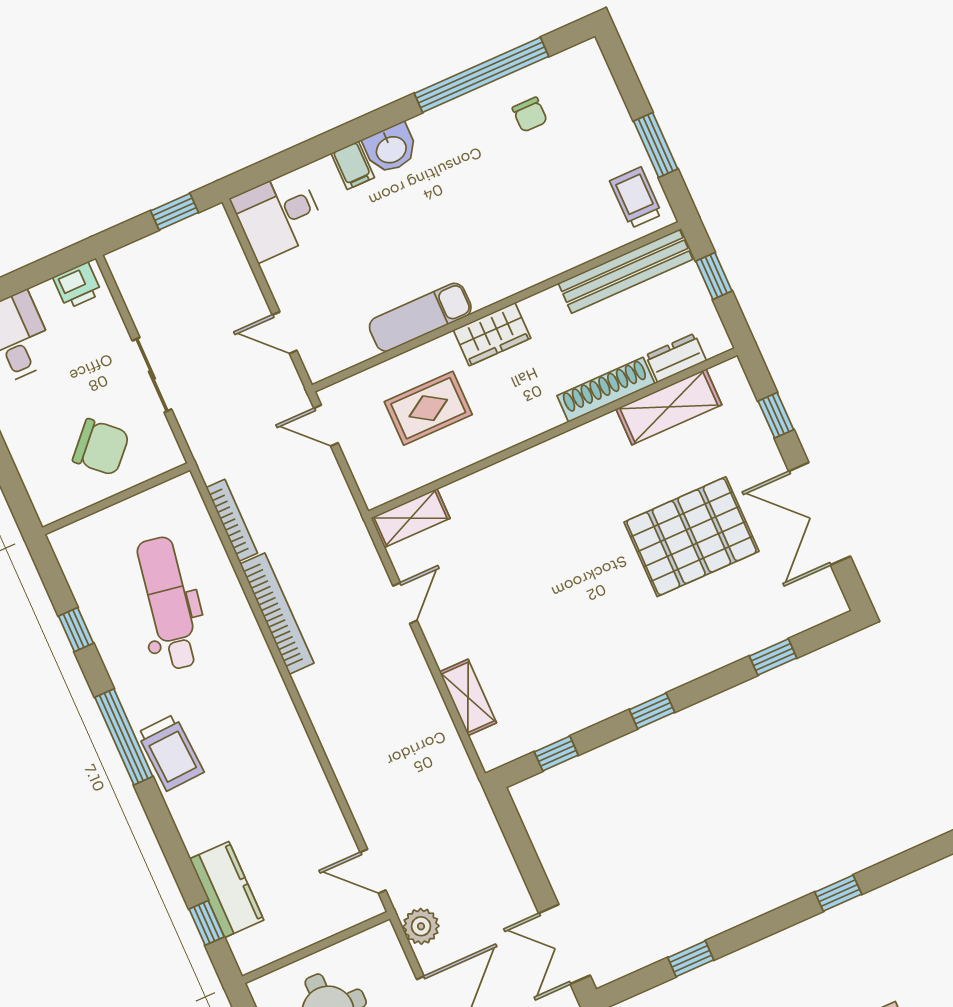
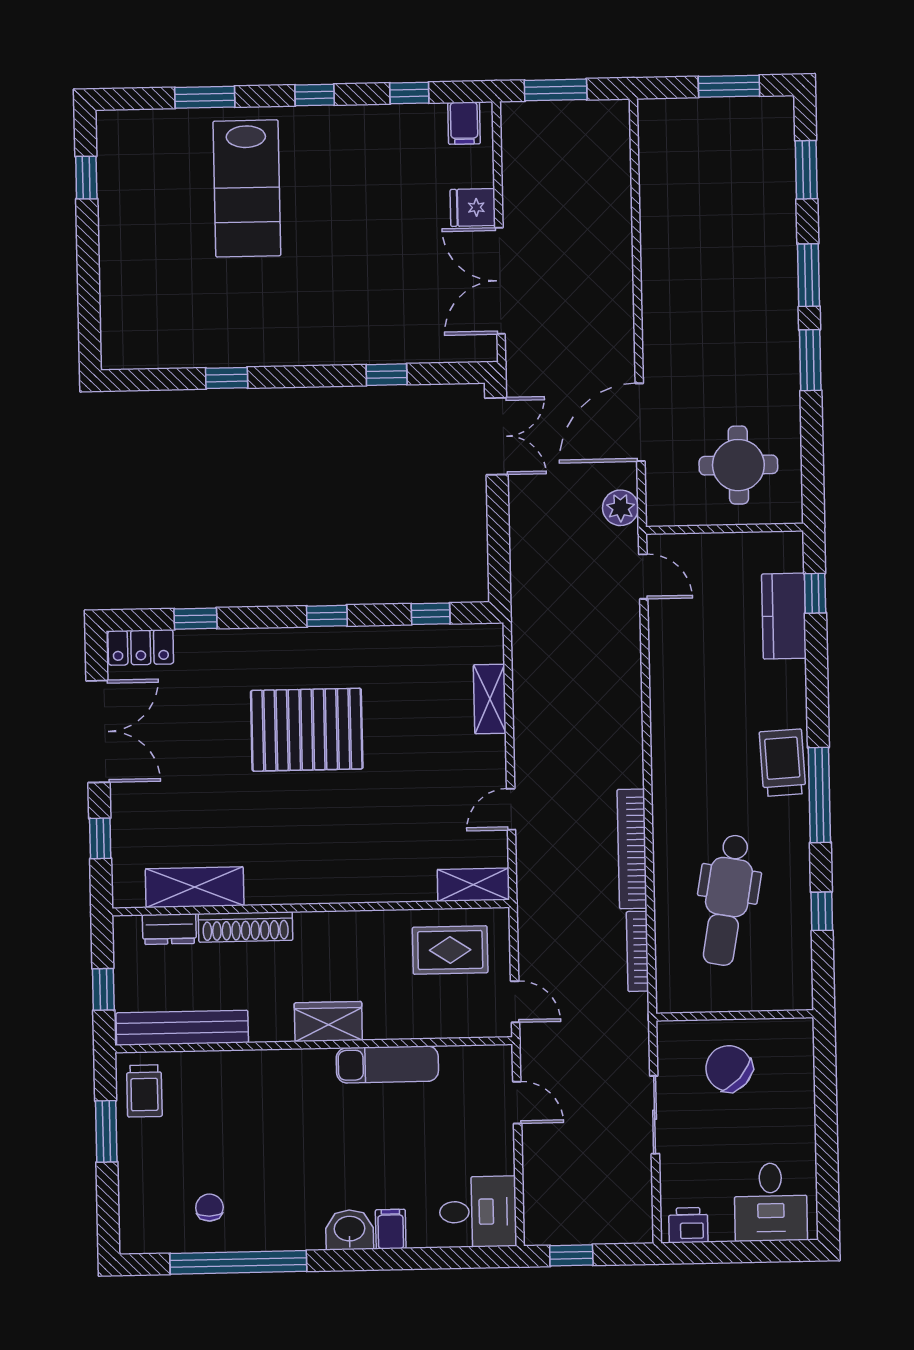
rug: (428, 408) -> (450, 950), moved
pallet: (691, 537) -> (307, 730), moved
locker: (813, 609) -> (141, 647), added

